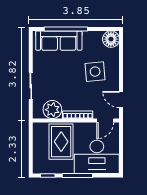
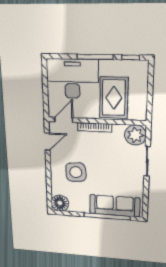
door: (121, 100) -> (47, 142), hinge flipped
plant: (52, 110) -> (135, 135), moved

